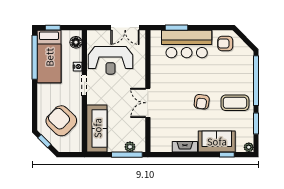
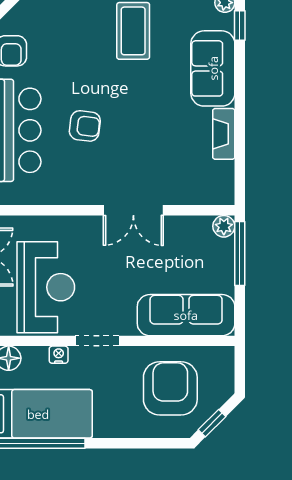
armchair: (202, 102) -> (85, 126), moved
armchair: (61, 121) -> (170, 388), turned 136
plant: (130, 147) -> (224, 226), moved
window: (227, 155) -> (240, 25), moved

